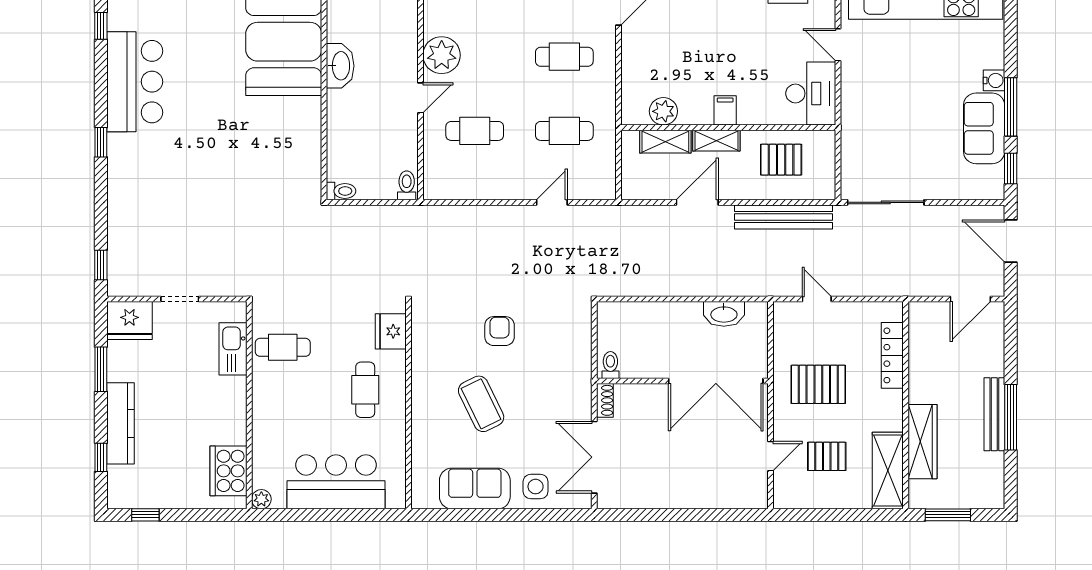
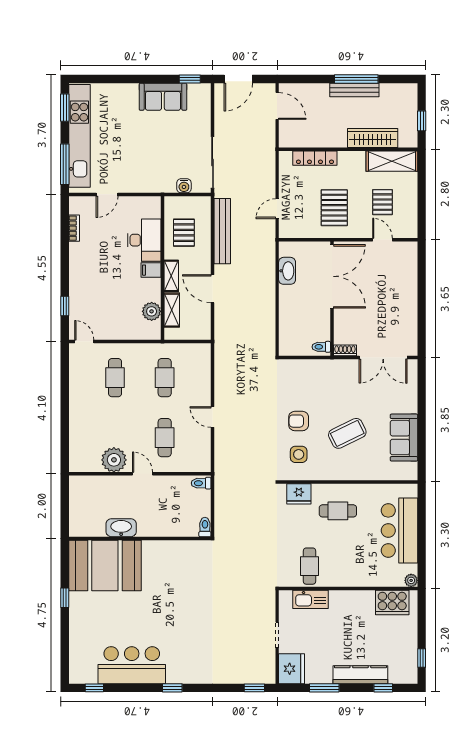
water cooler: (994, 80) -> (184, 186), moved, turned 180
desk: (811, 93) -> (144, 240), moved, turned 90
window: (1011, 107) -> (149, 79), removed
door: (552, 202) -> (213, 417), moved
side table: (536, 487) -> (299, 454), moved
window: (948, 515) -> (422, 121), width x0.67

